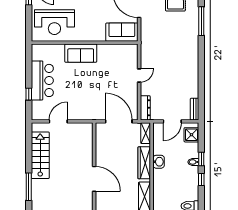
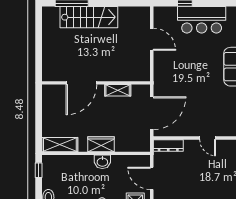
shelving: (146, 133) -> (118, 90), moved
stairs: (40, 155) -> (89, 17), moved
wardrobe: (144, 163) -> (101, 144), width x0.67

